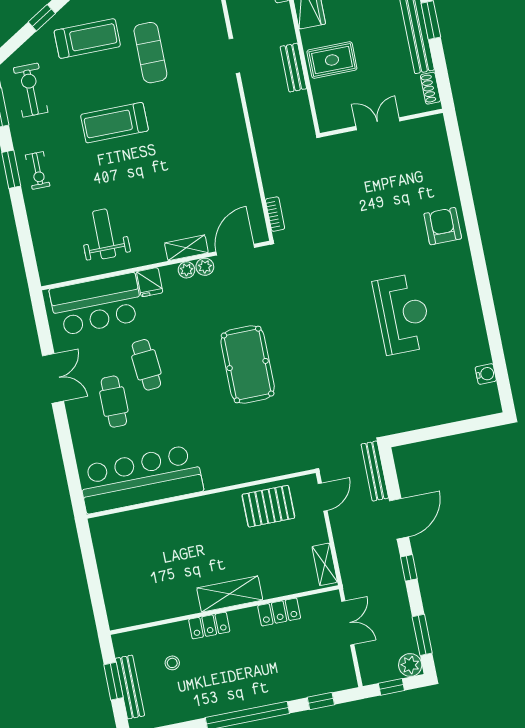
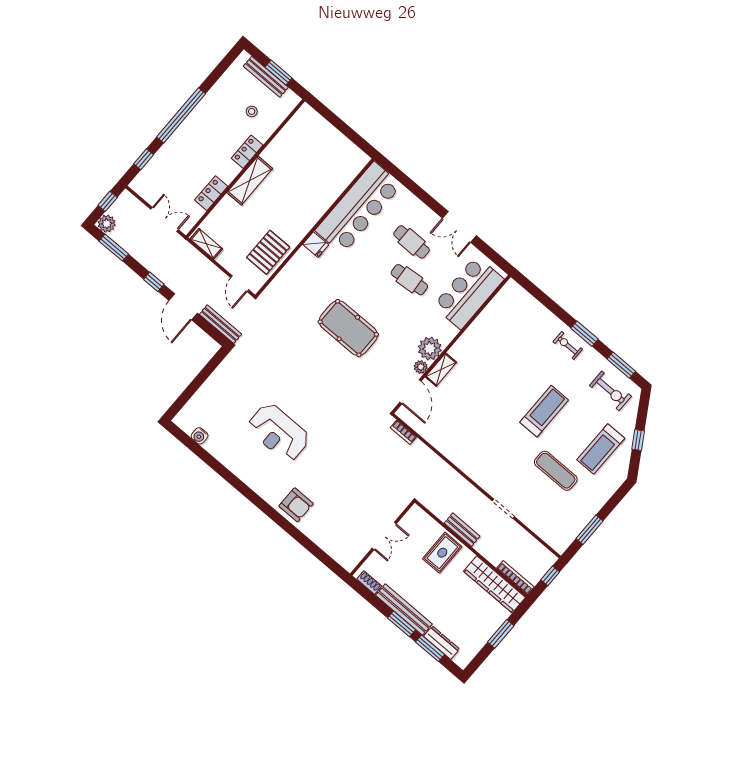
weight bench: (104, 234) -> (497, 339), removed
plant: (187, 270) -> (430, 348), width x1.88, depth x1.88
fridge: (150, 282) -> (316, 245), moved, turned 180
double door: (348, 623) -> (165, 219), swing flipped

